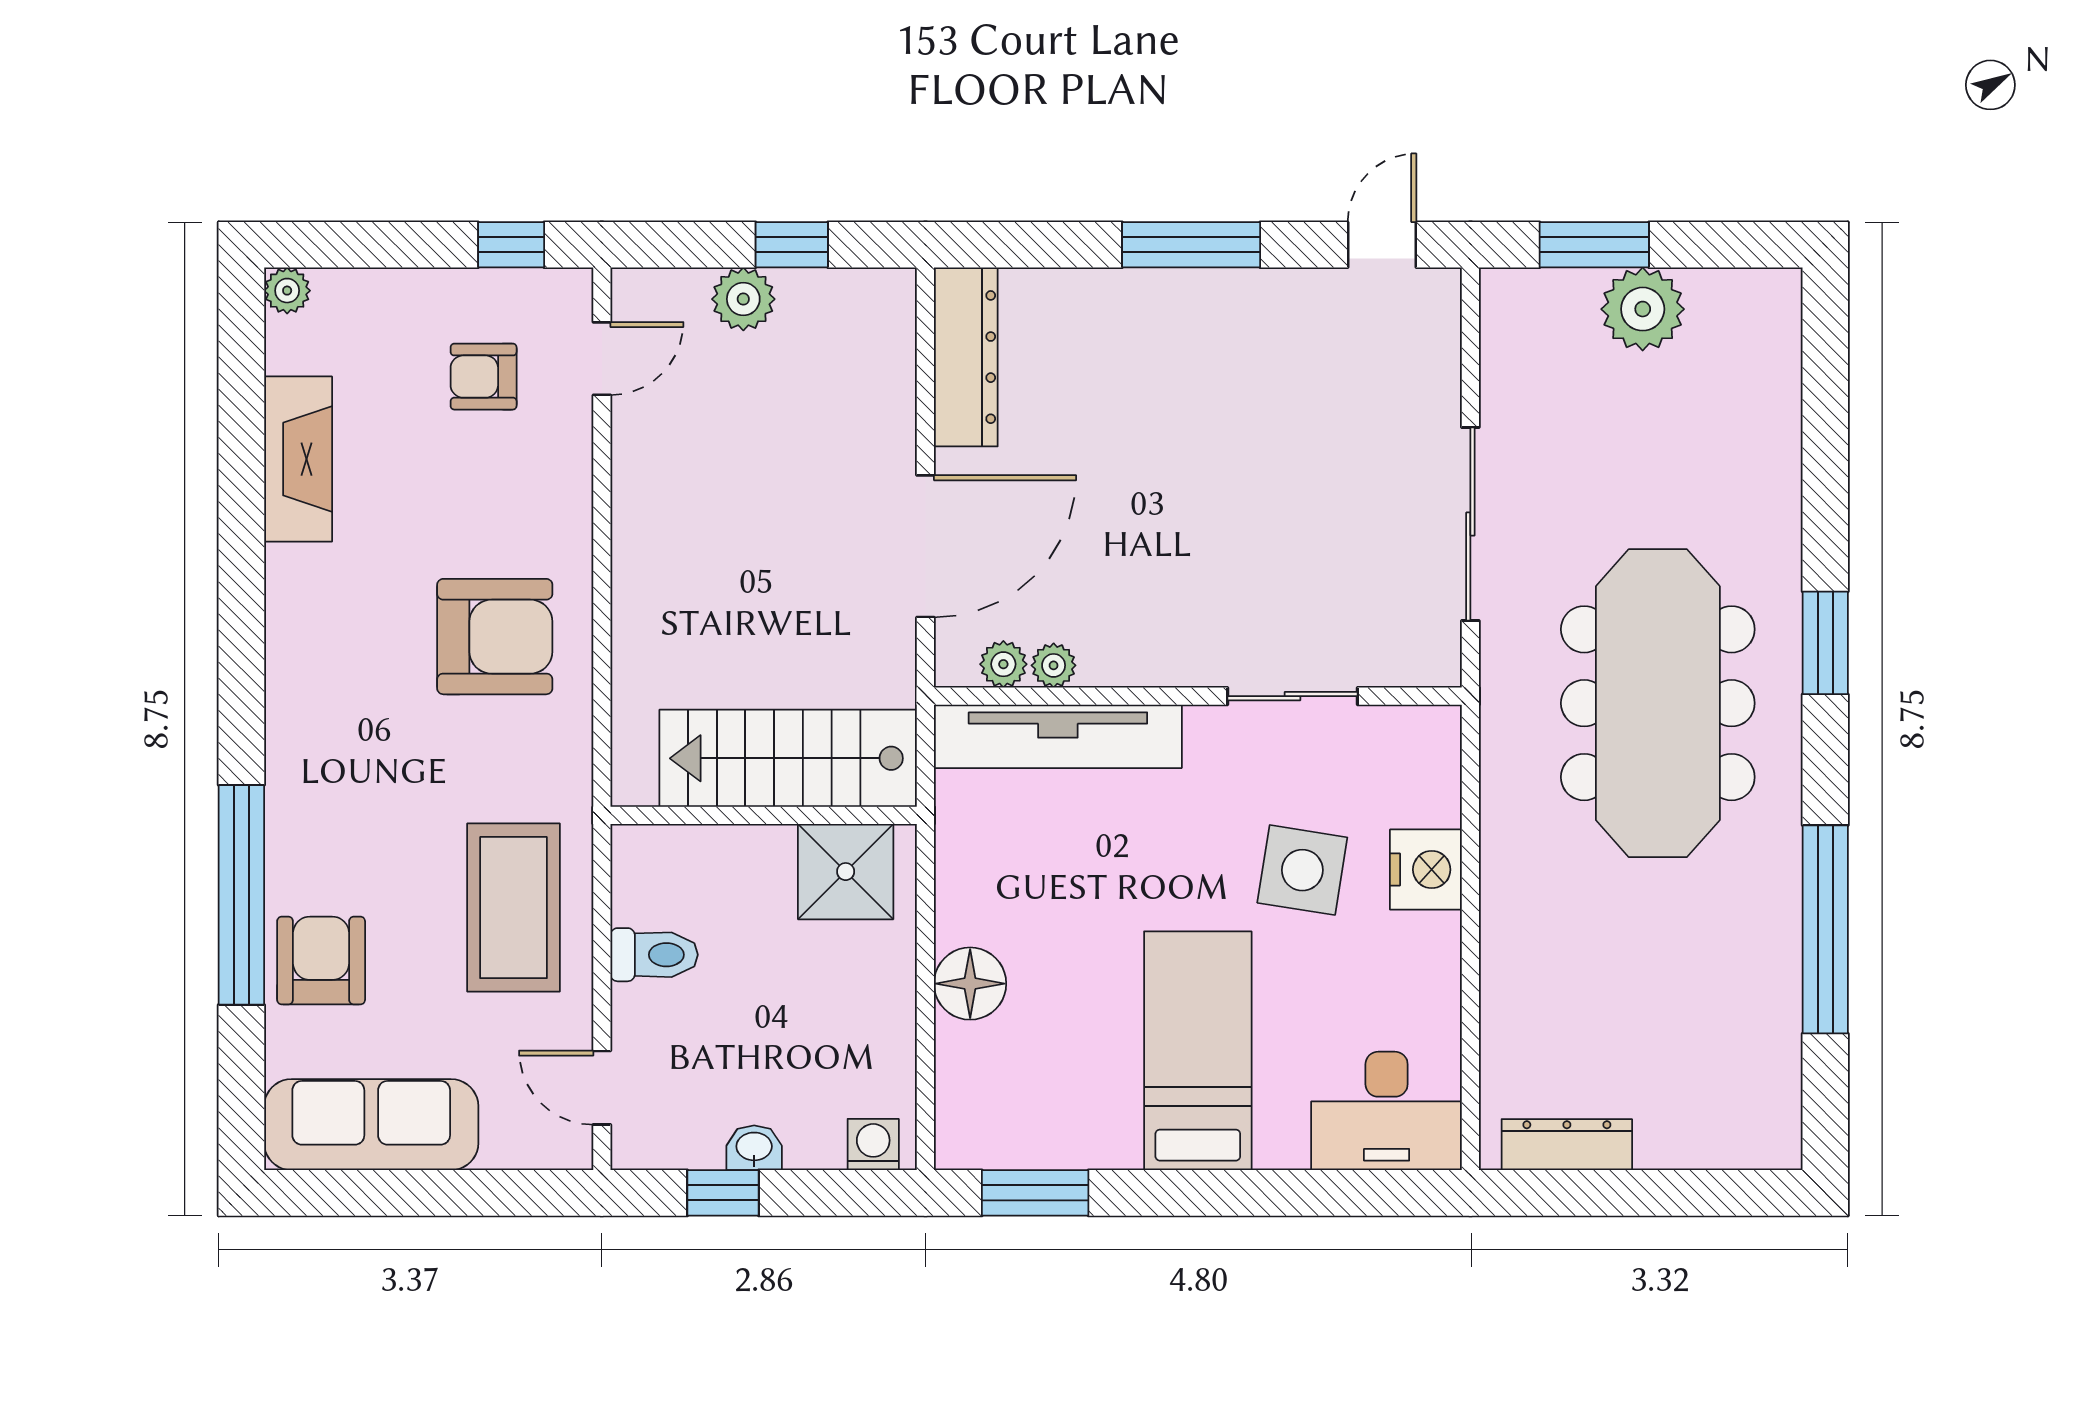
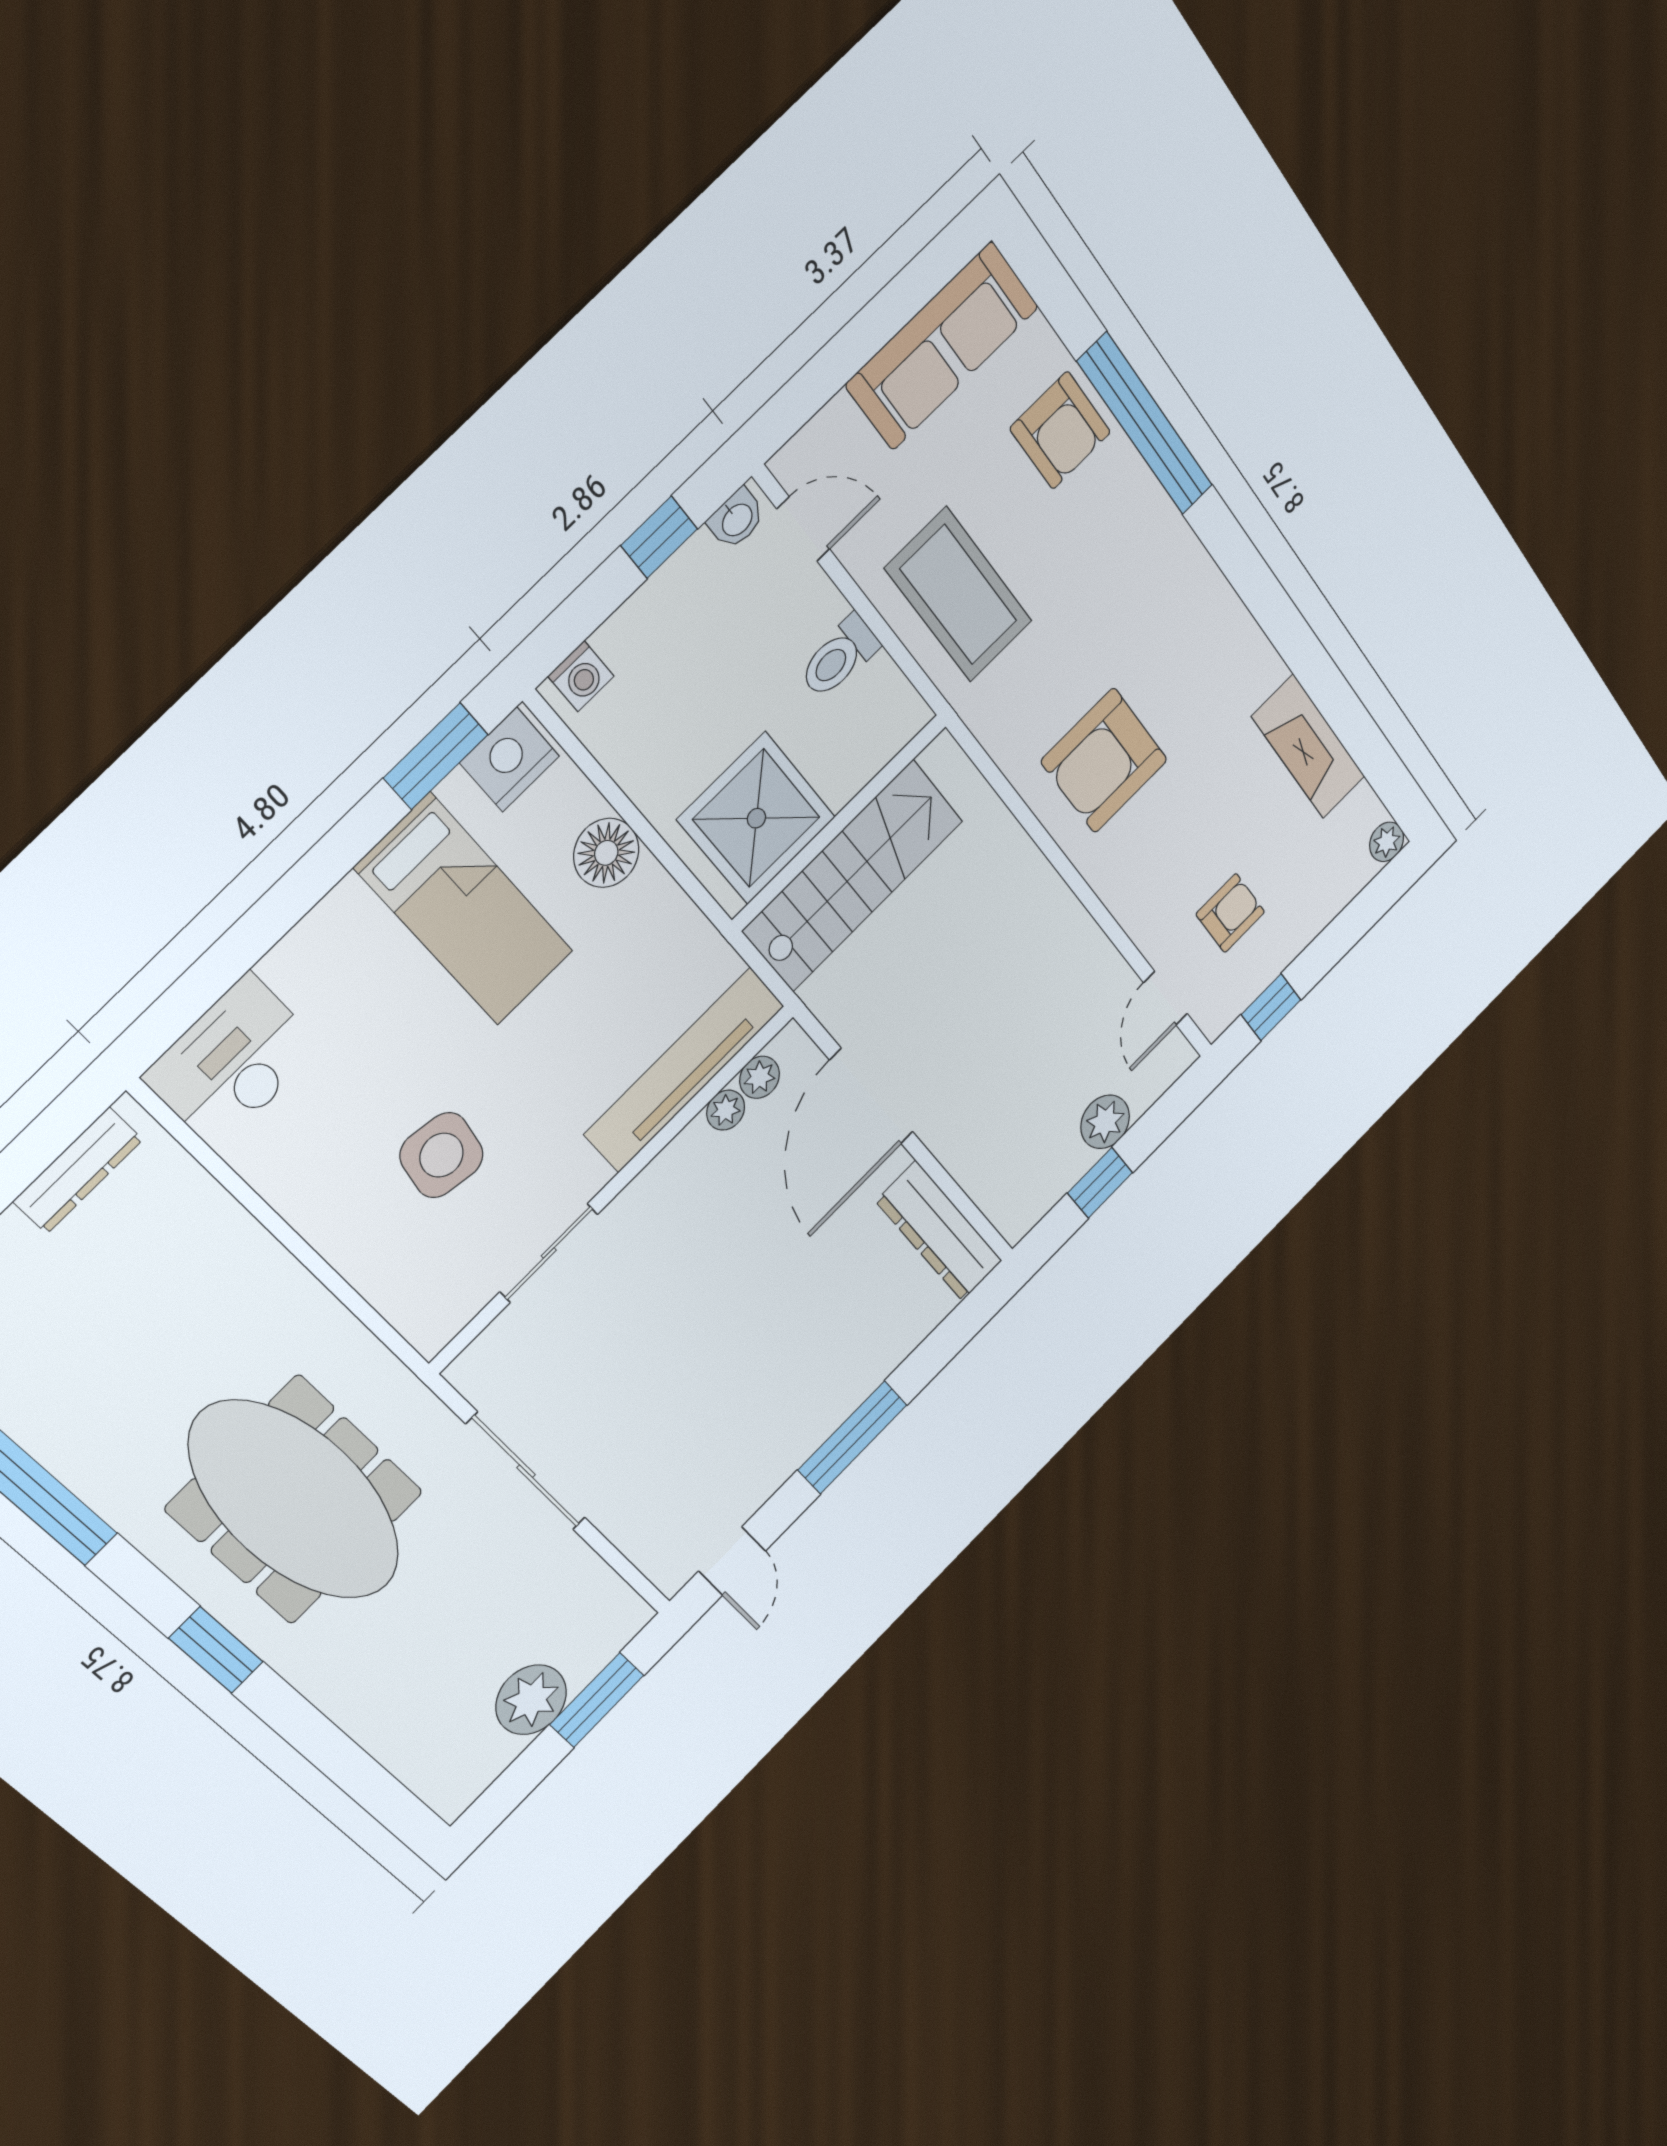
nightstand: (1426, 870) -> (510, 759), moved, turned 90
shower: (846, 872) -> (756, 818), width x1.37, depth x1.37
bed: (1198, 1051) -> (464, 910), moved
washbasin: (754, 1148) -> (736, 519), moved

